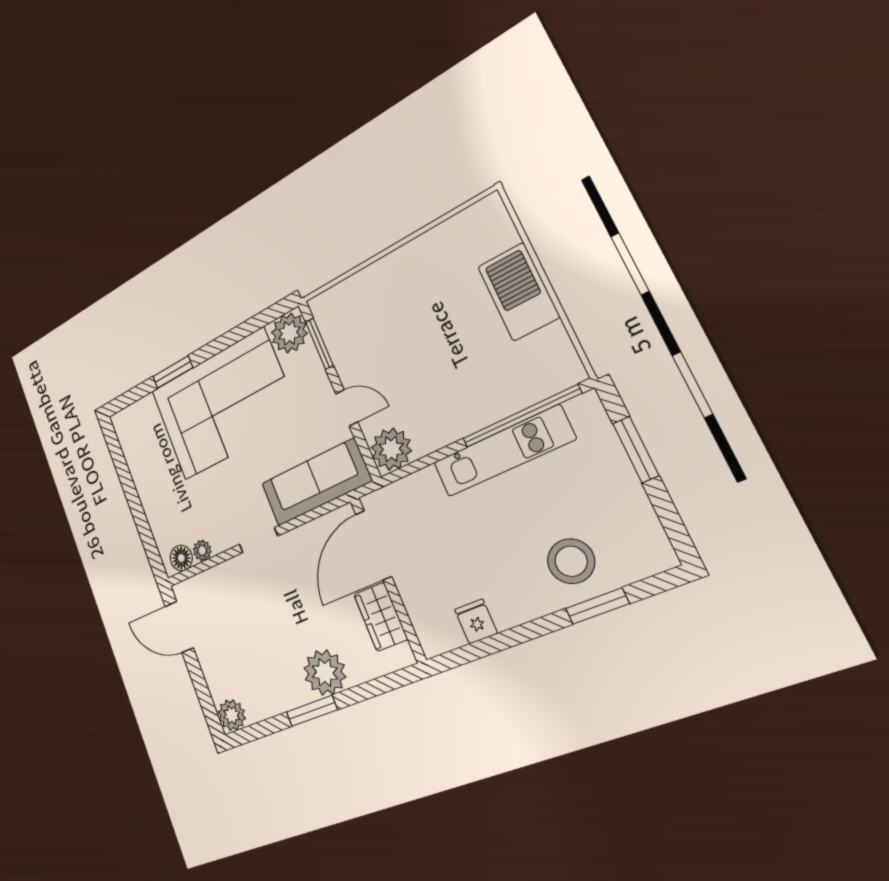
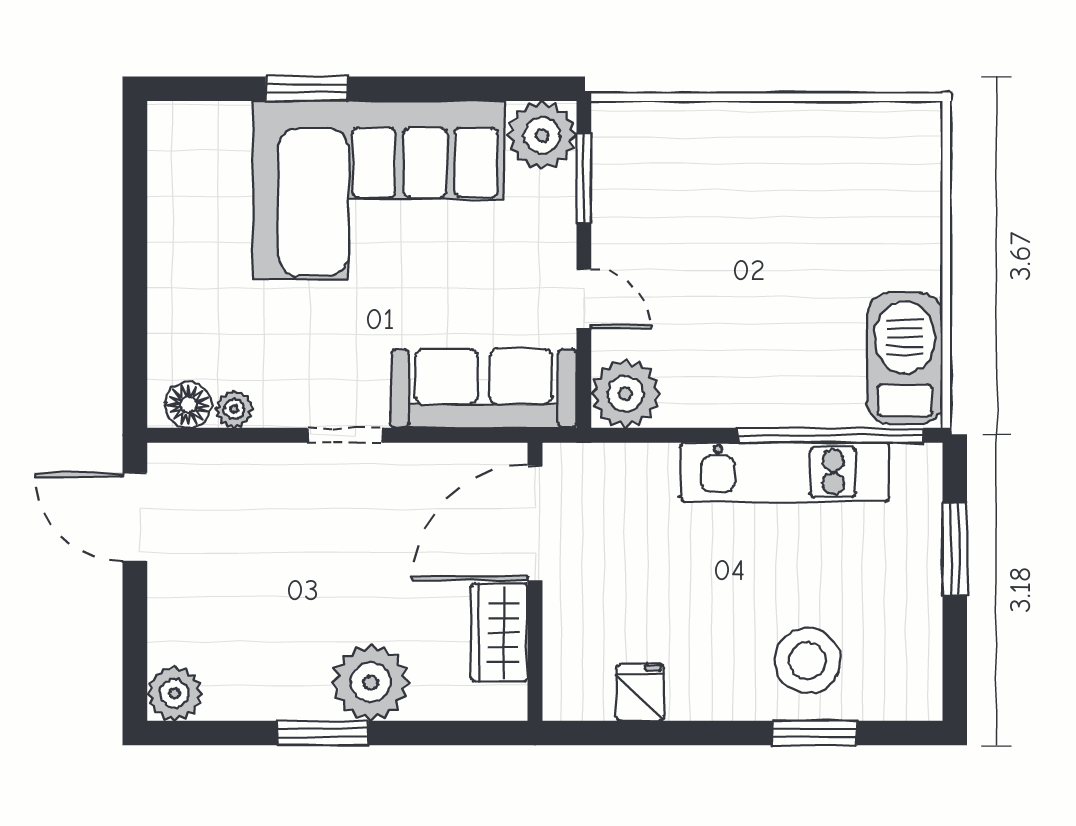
barbecue: (518, 292) -> (905, 358), moved

